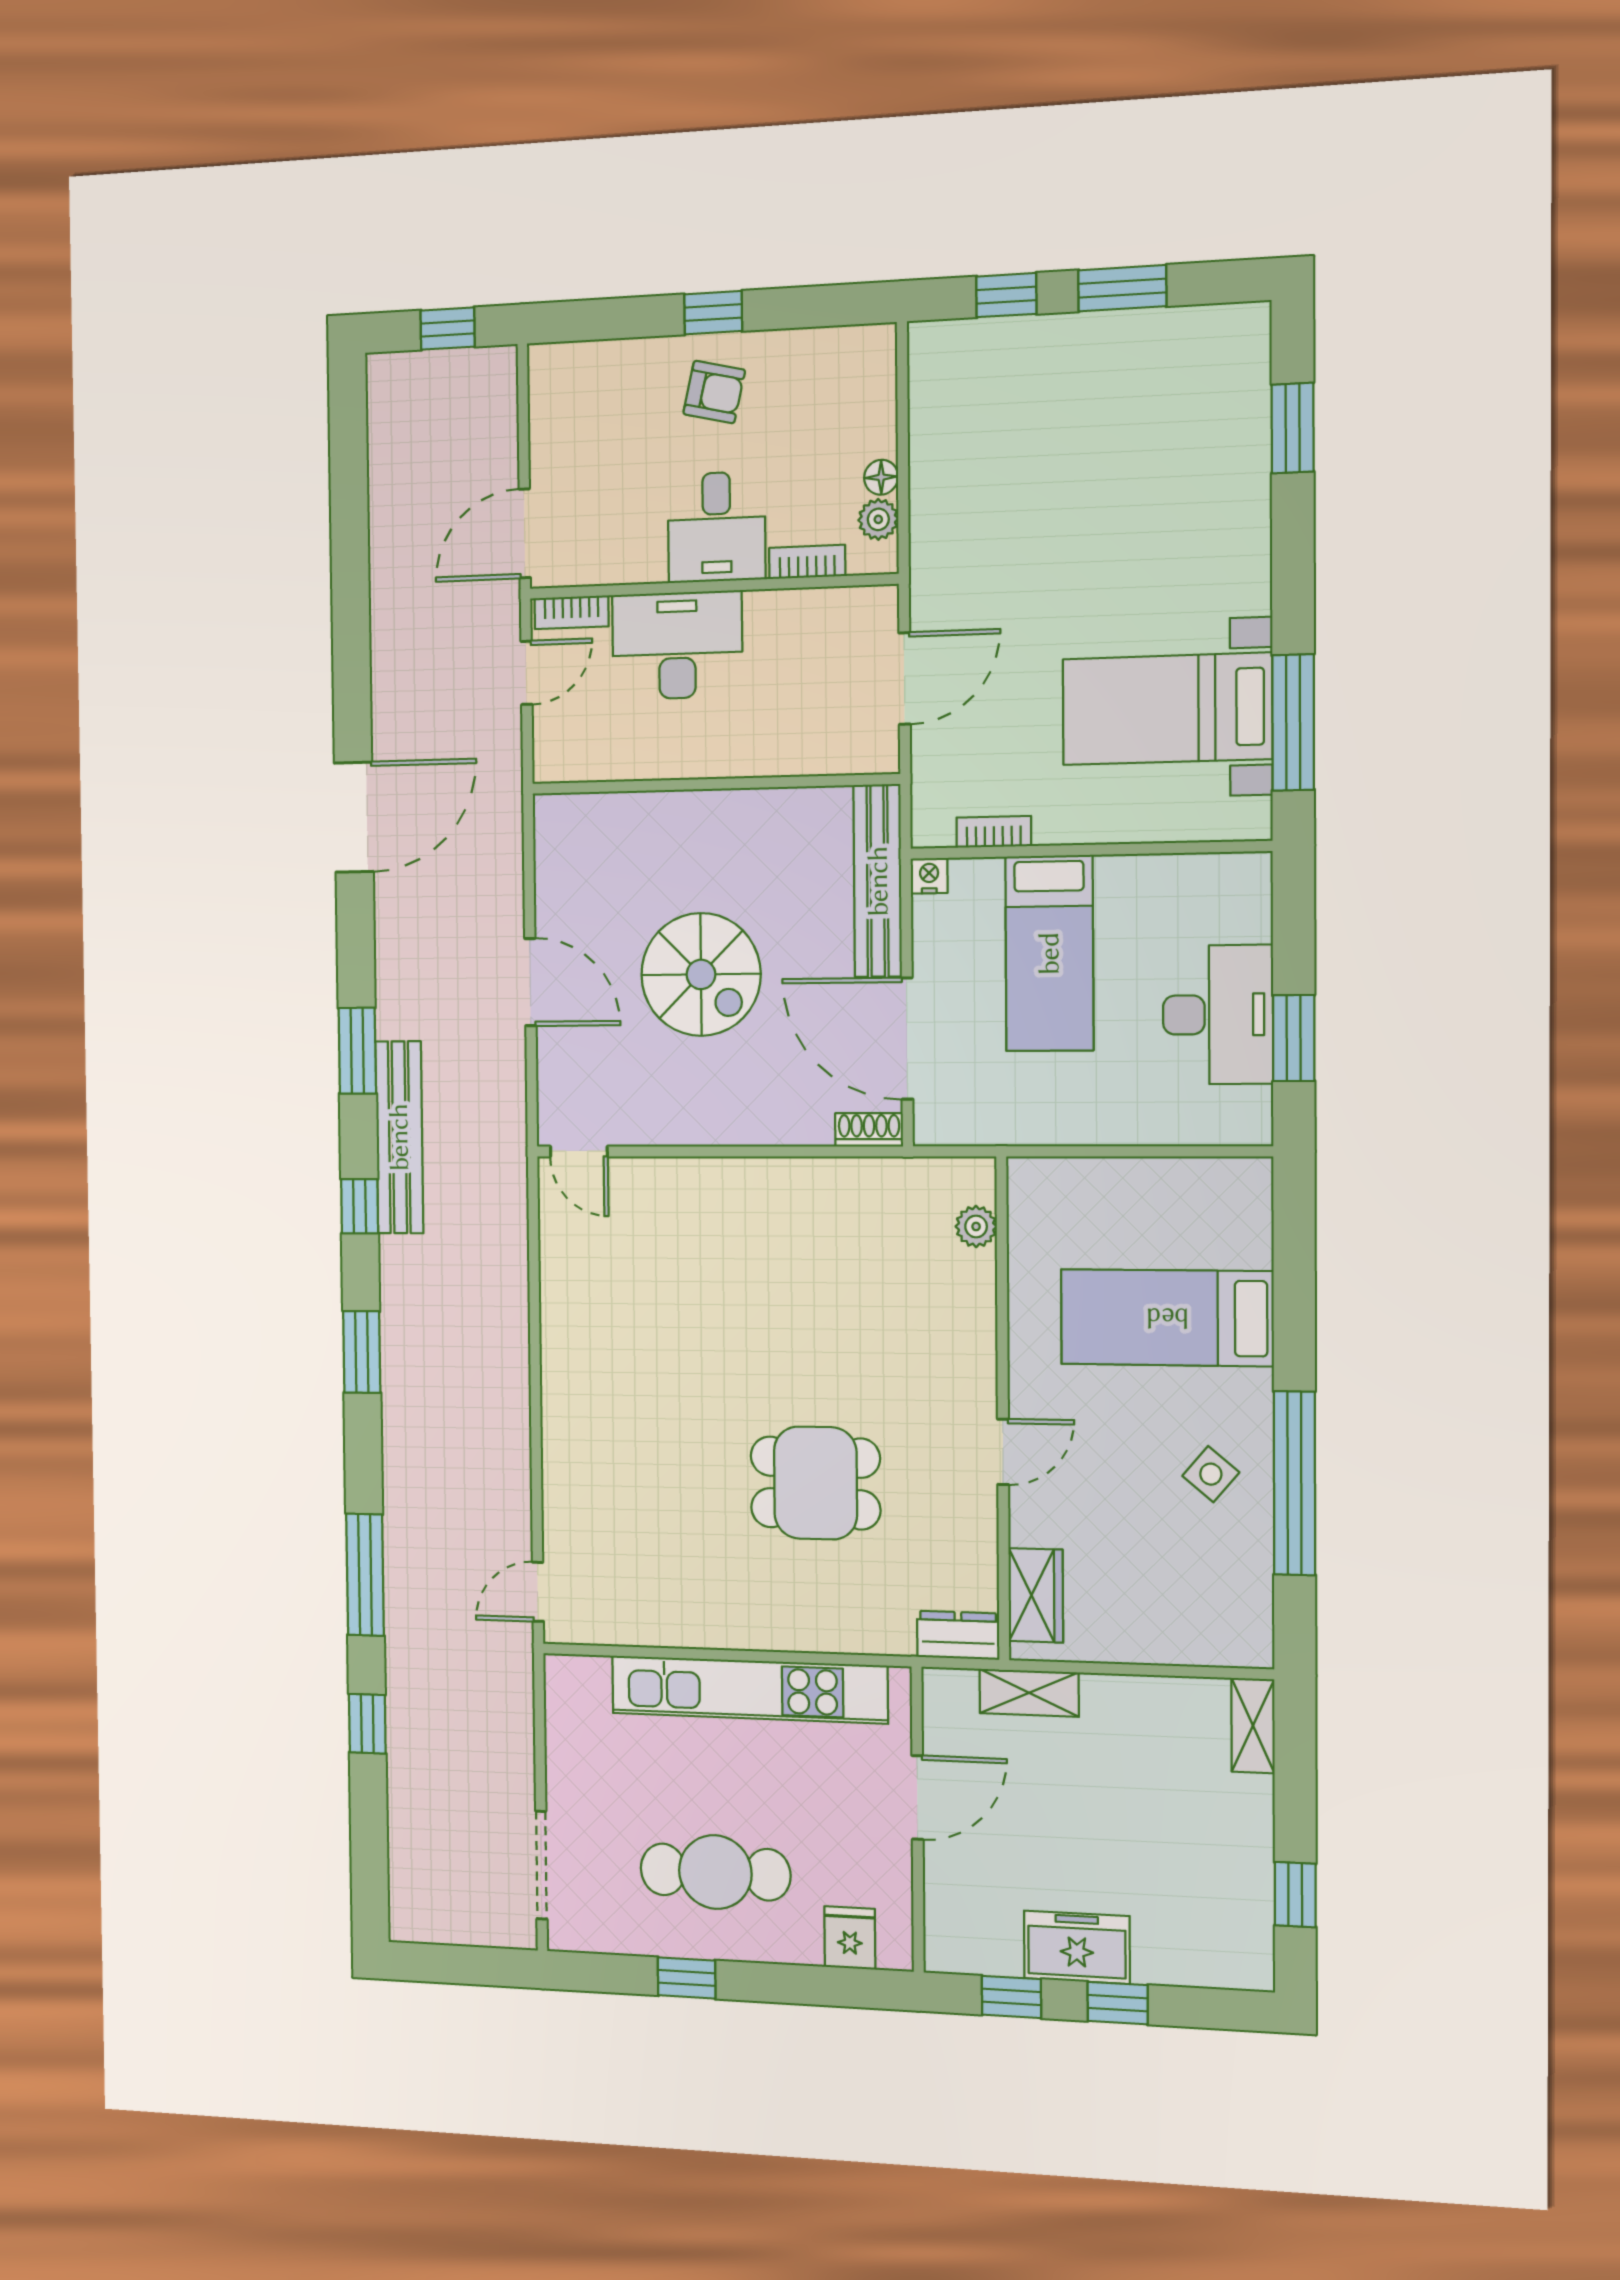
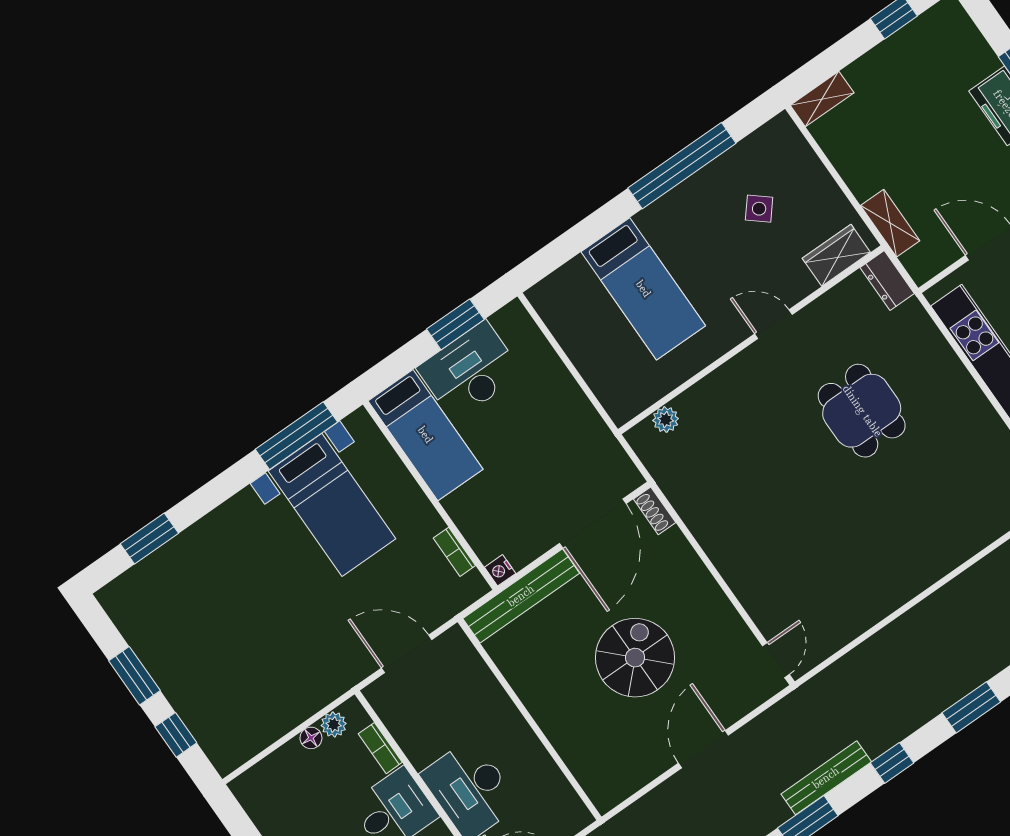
bed: (1049, 953) -> (425, 435), moved, turned 90
bench: (399, 1137) -> (826, 778), width x0.73, depth x0.82
side table: (1211, 1474) -> (759, 209), moved

